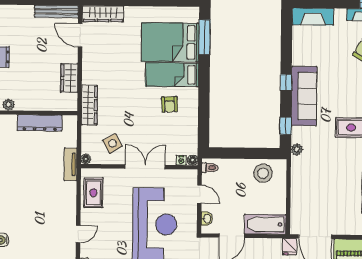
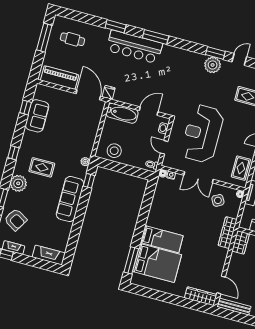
wardrobe: (69, 78) -> (241, 242), moved
window: (286, 82) -> (81, 212), removed
armchair: (170, 104) -> (169, 218), removed

